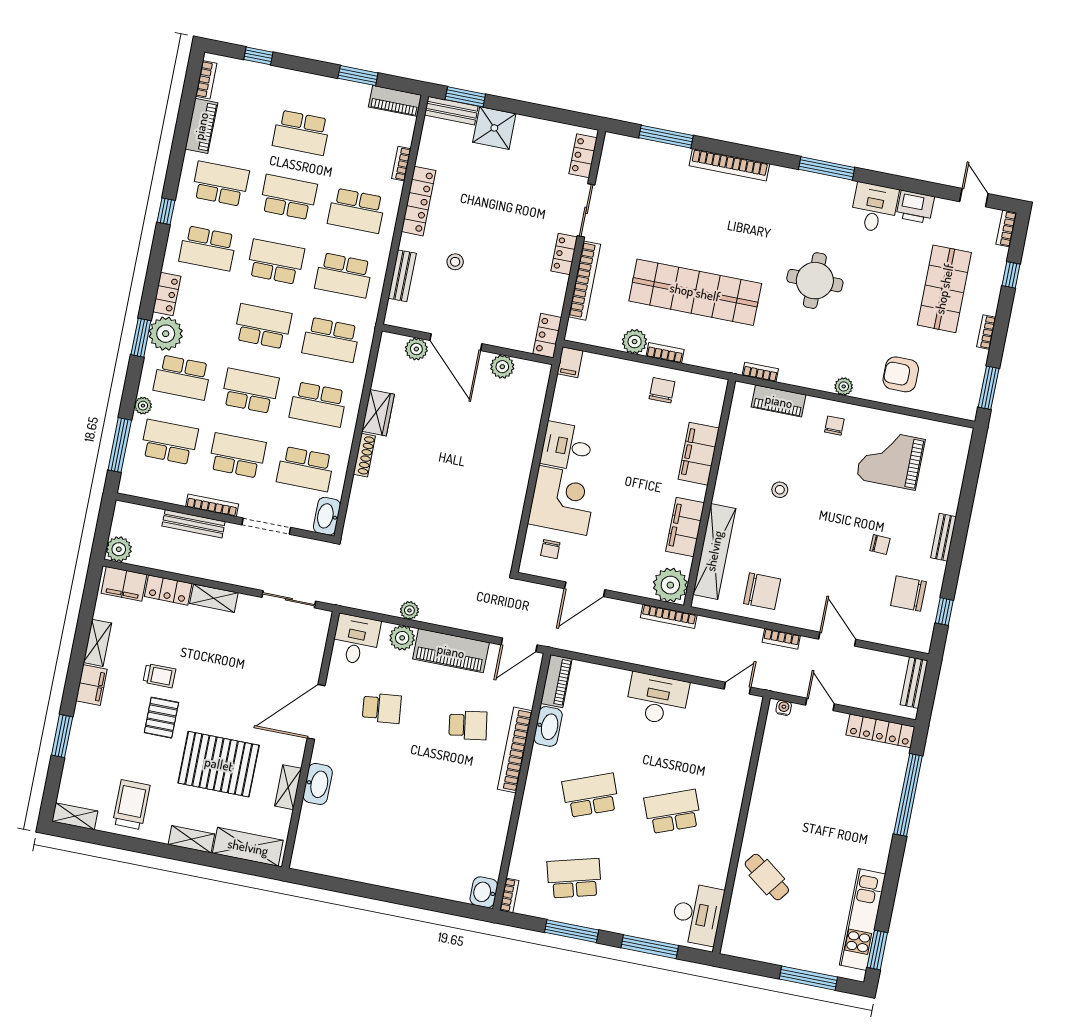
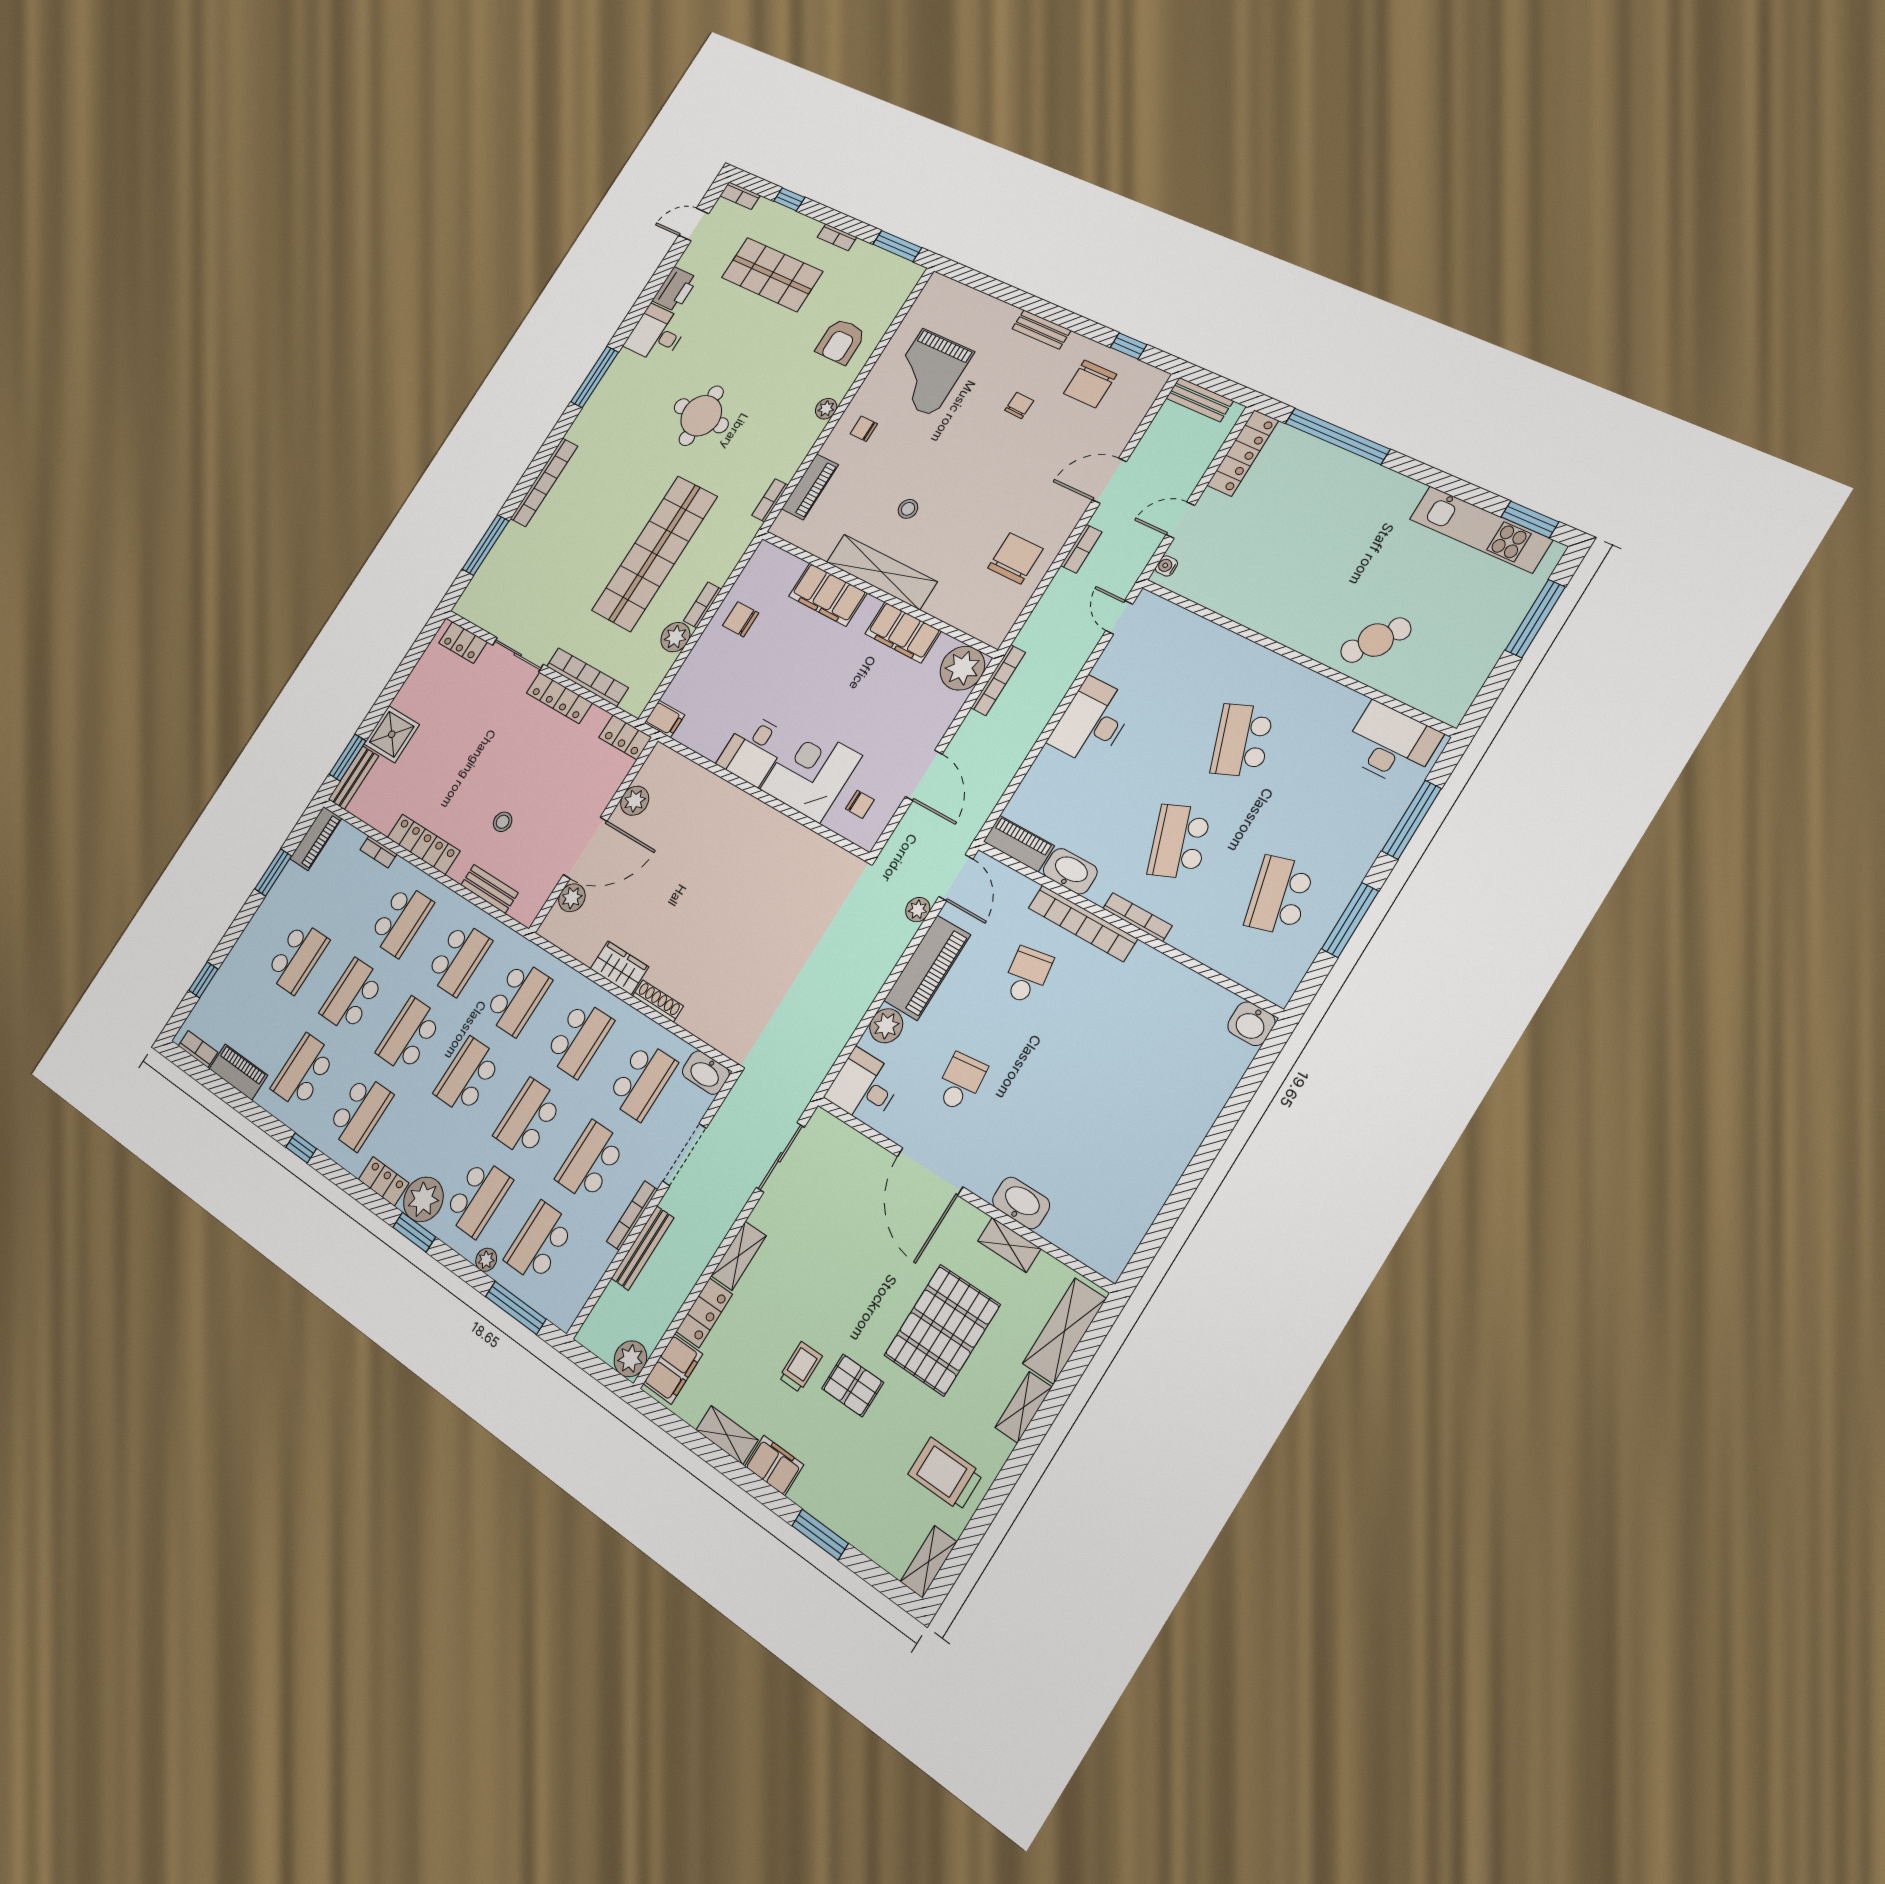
locker: (564, 254) -> (559, 698), width x1.53
shelving: (714, 551) -> (882, 572), moved
plant: (409, 610) -> (918, 910), moved
bookcase: (509, 895) -> (1137, 917), moved, width x1.56

